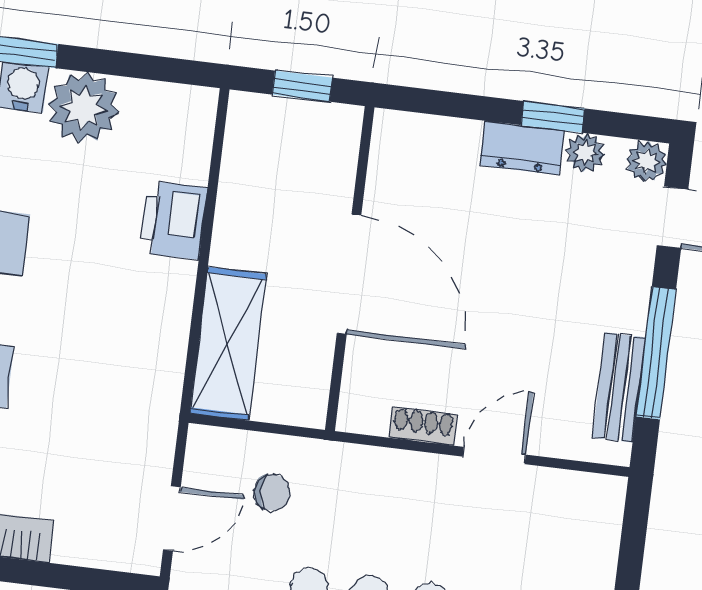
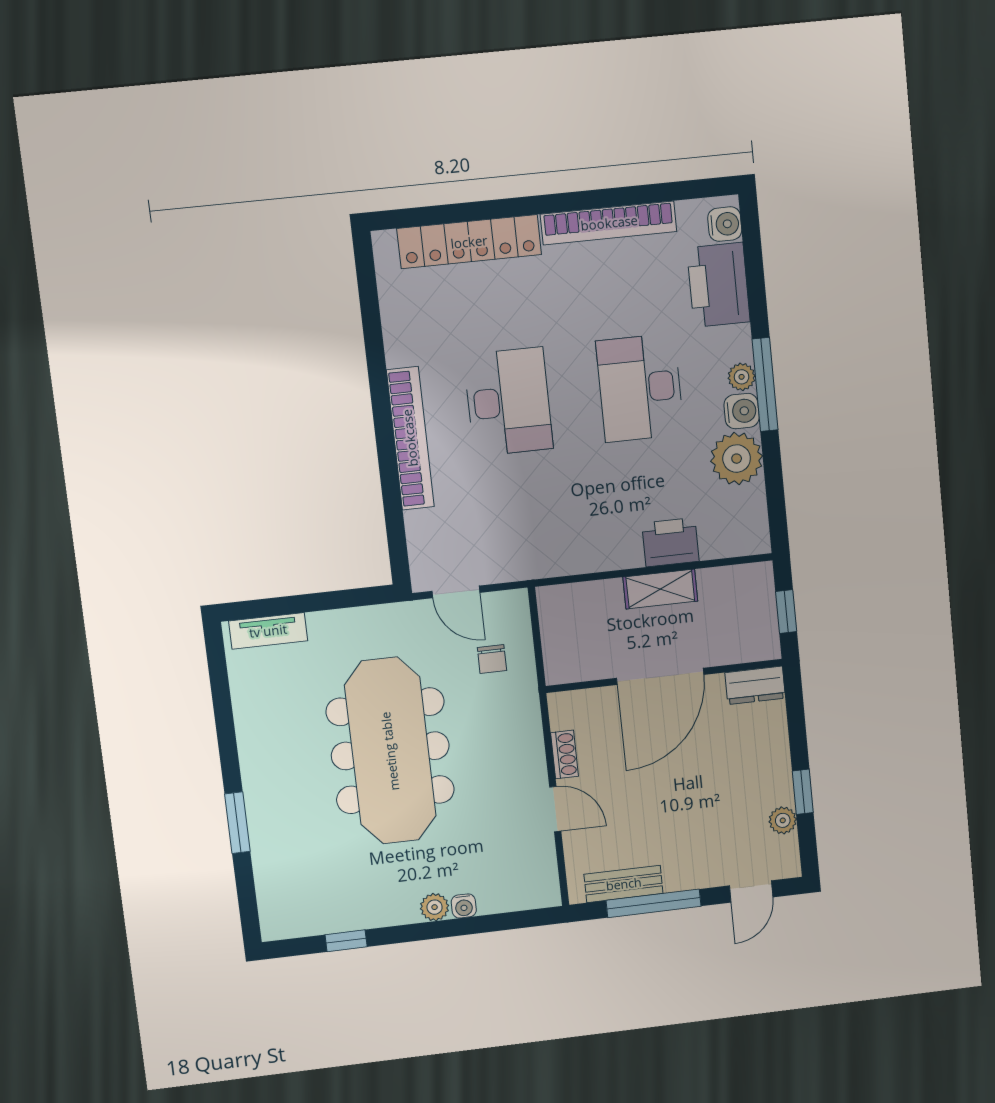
dresser: (522, 148) -> (755, 685), moved, turned -90
plant: (646, 161) -> (786, 864), removed
shelving: (228, 344) -> (660, 589), moved, width x0.67, depth x0.75

